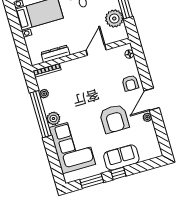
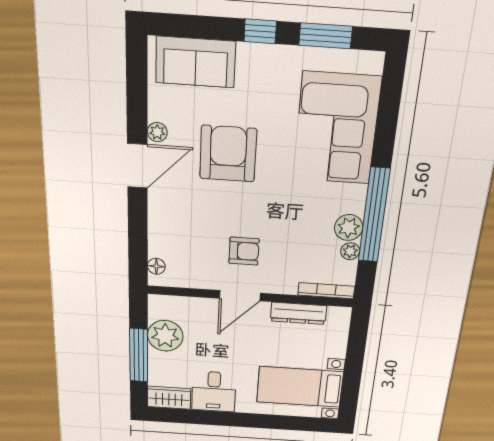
door: (96, 50) -> (240, 296), moved
armchair: (130, 83) -> (244, 251), moved, turned 90
plant: (53, 118) -> (349, 228), moved
sofa: (121, 158) -> (196, 62), moved

